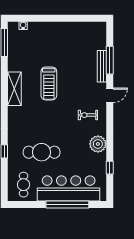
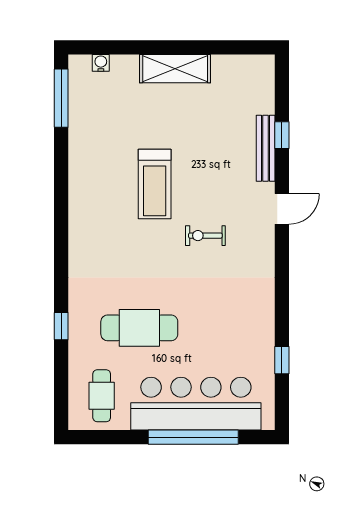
window: (110, 60) -> (282, 135), width x0.46
shelving: (14, 89) -> (175, 69), moved, turned 90
exercise bike: (88, 115) -> (205, 236), moved
plant: (98, 144) -> (257, 311), removed

